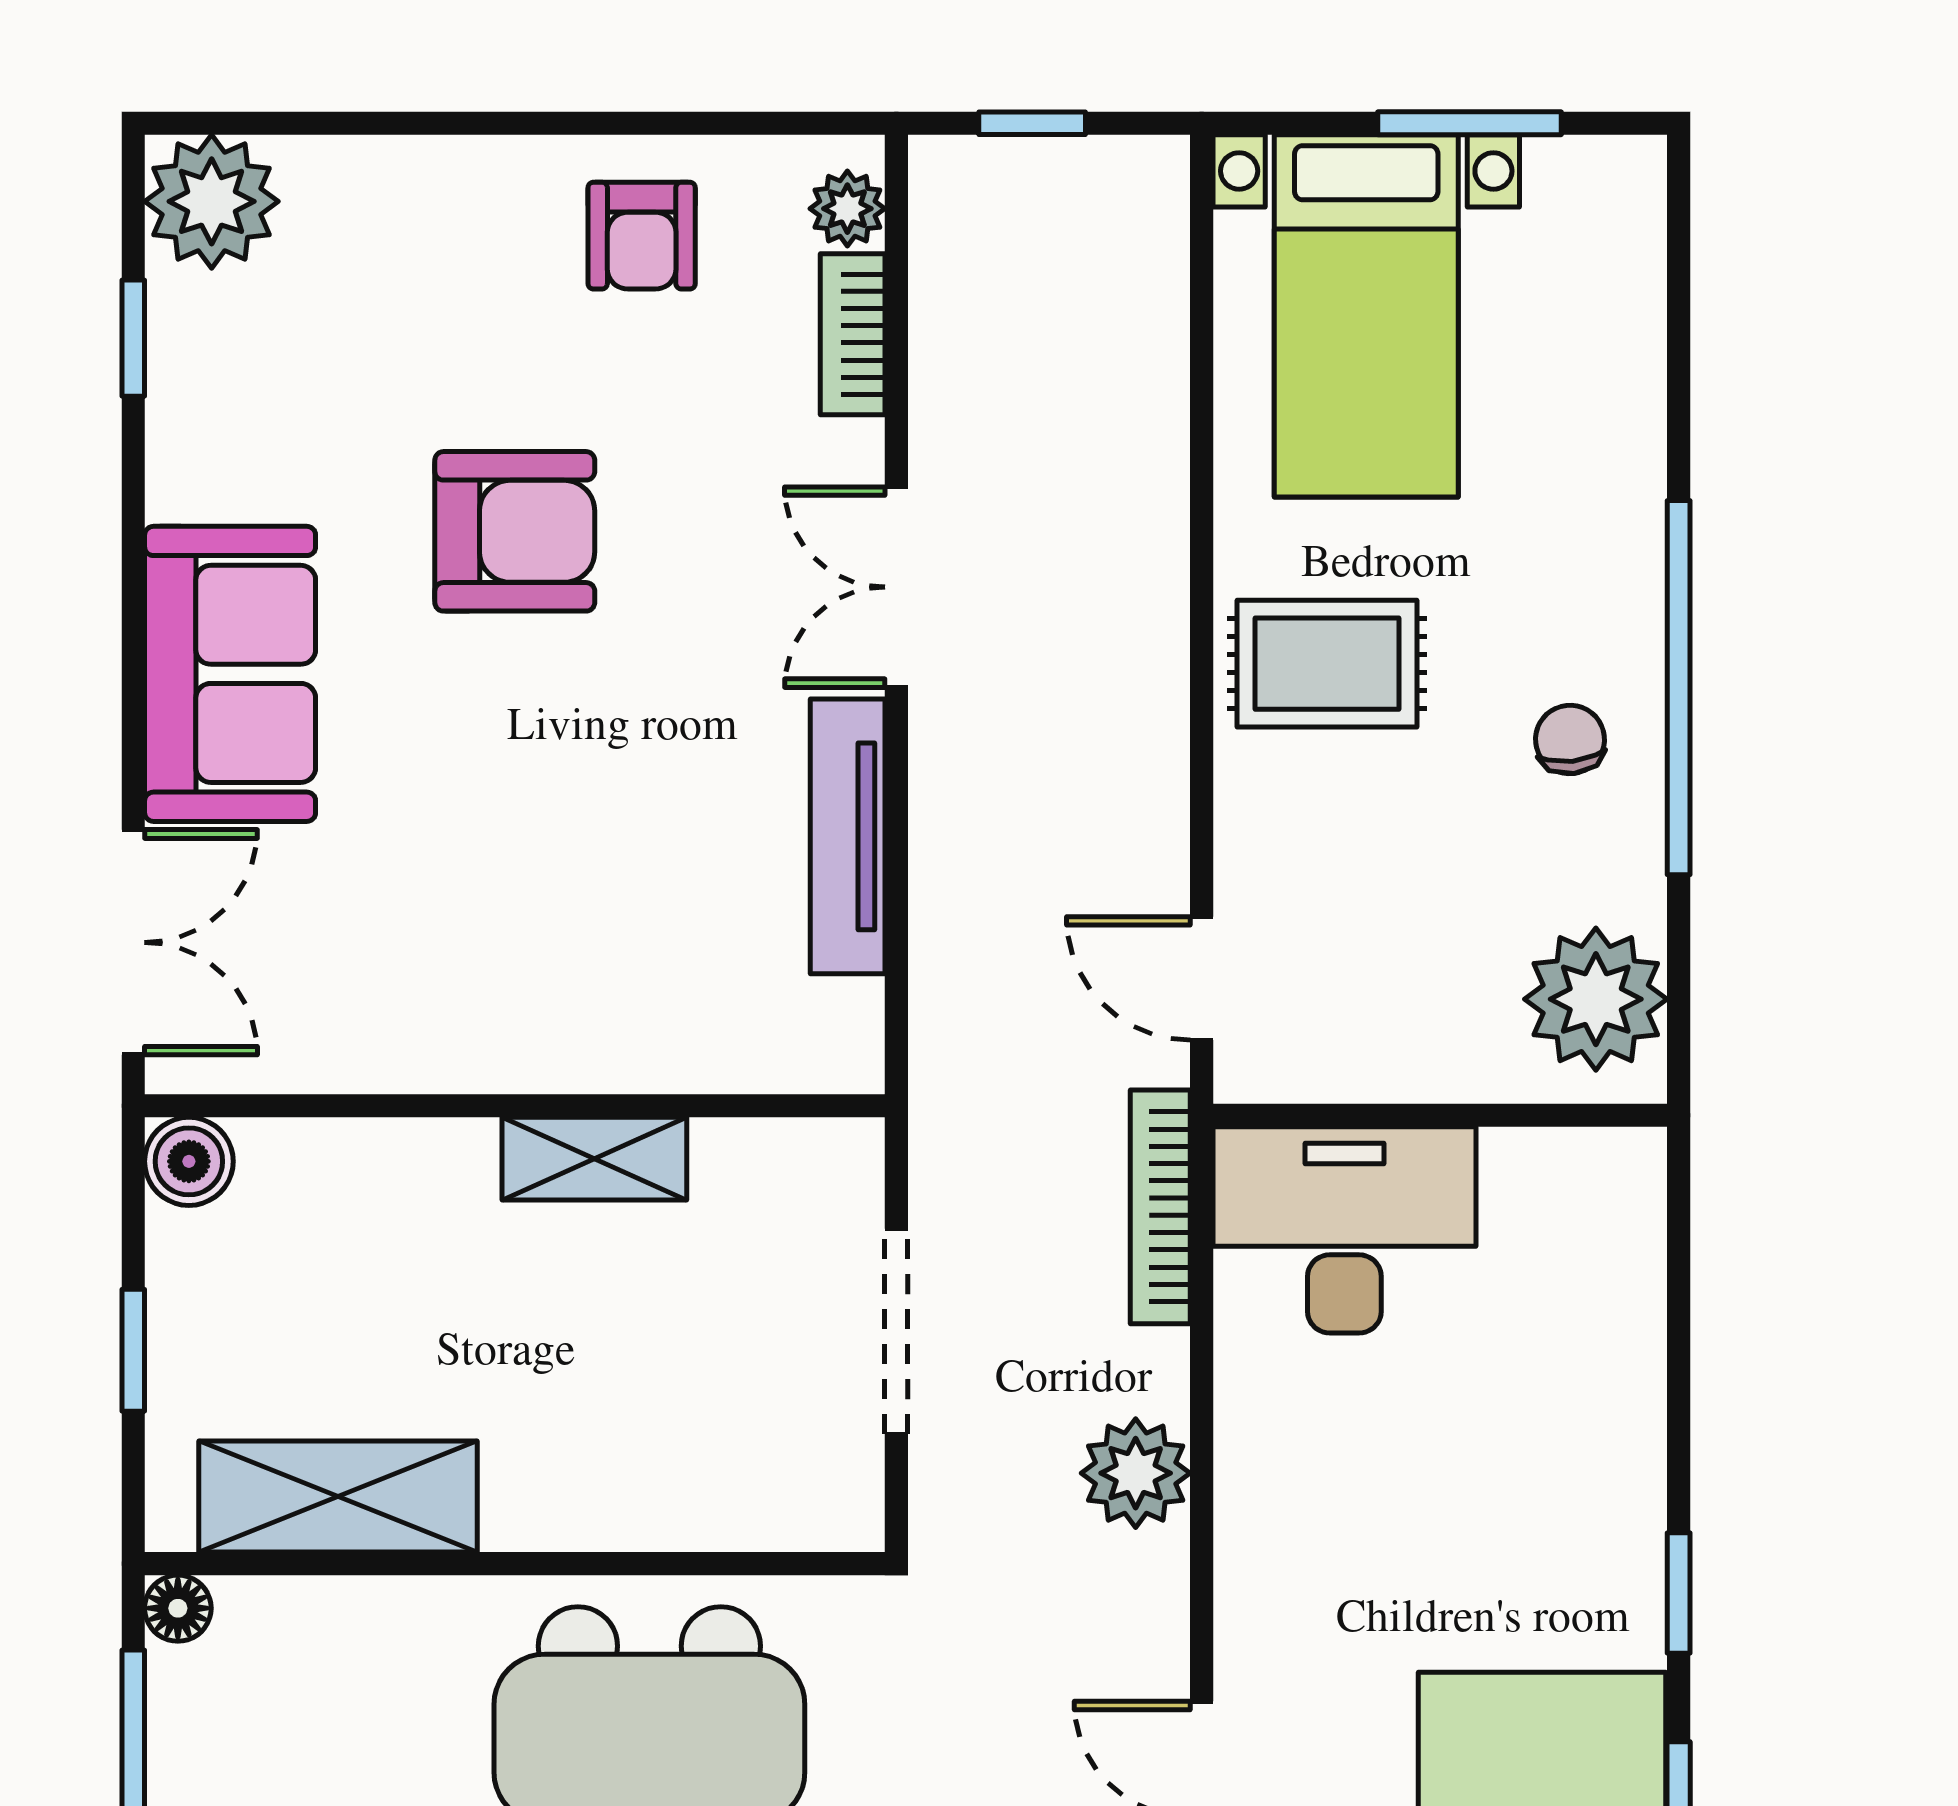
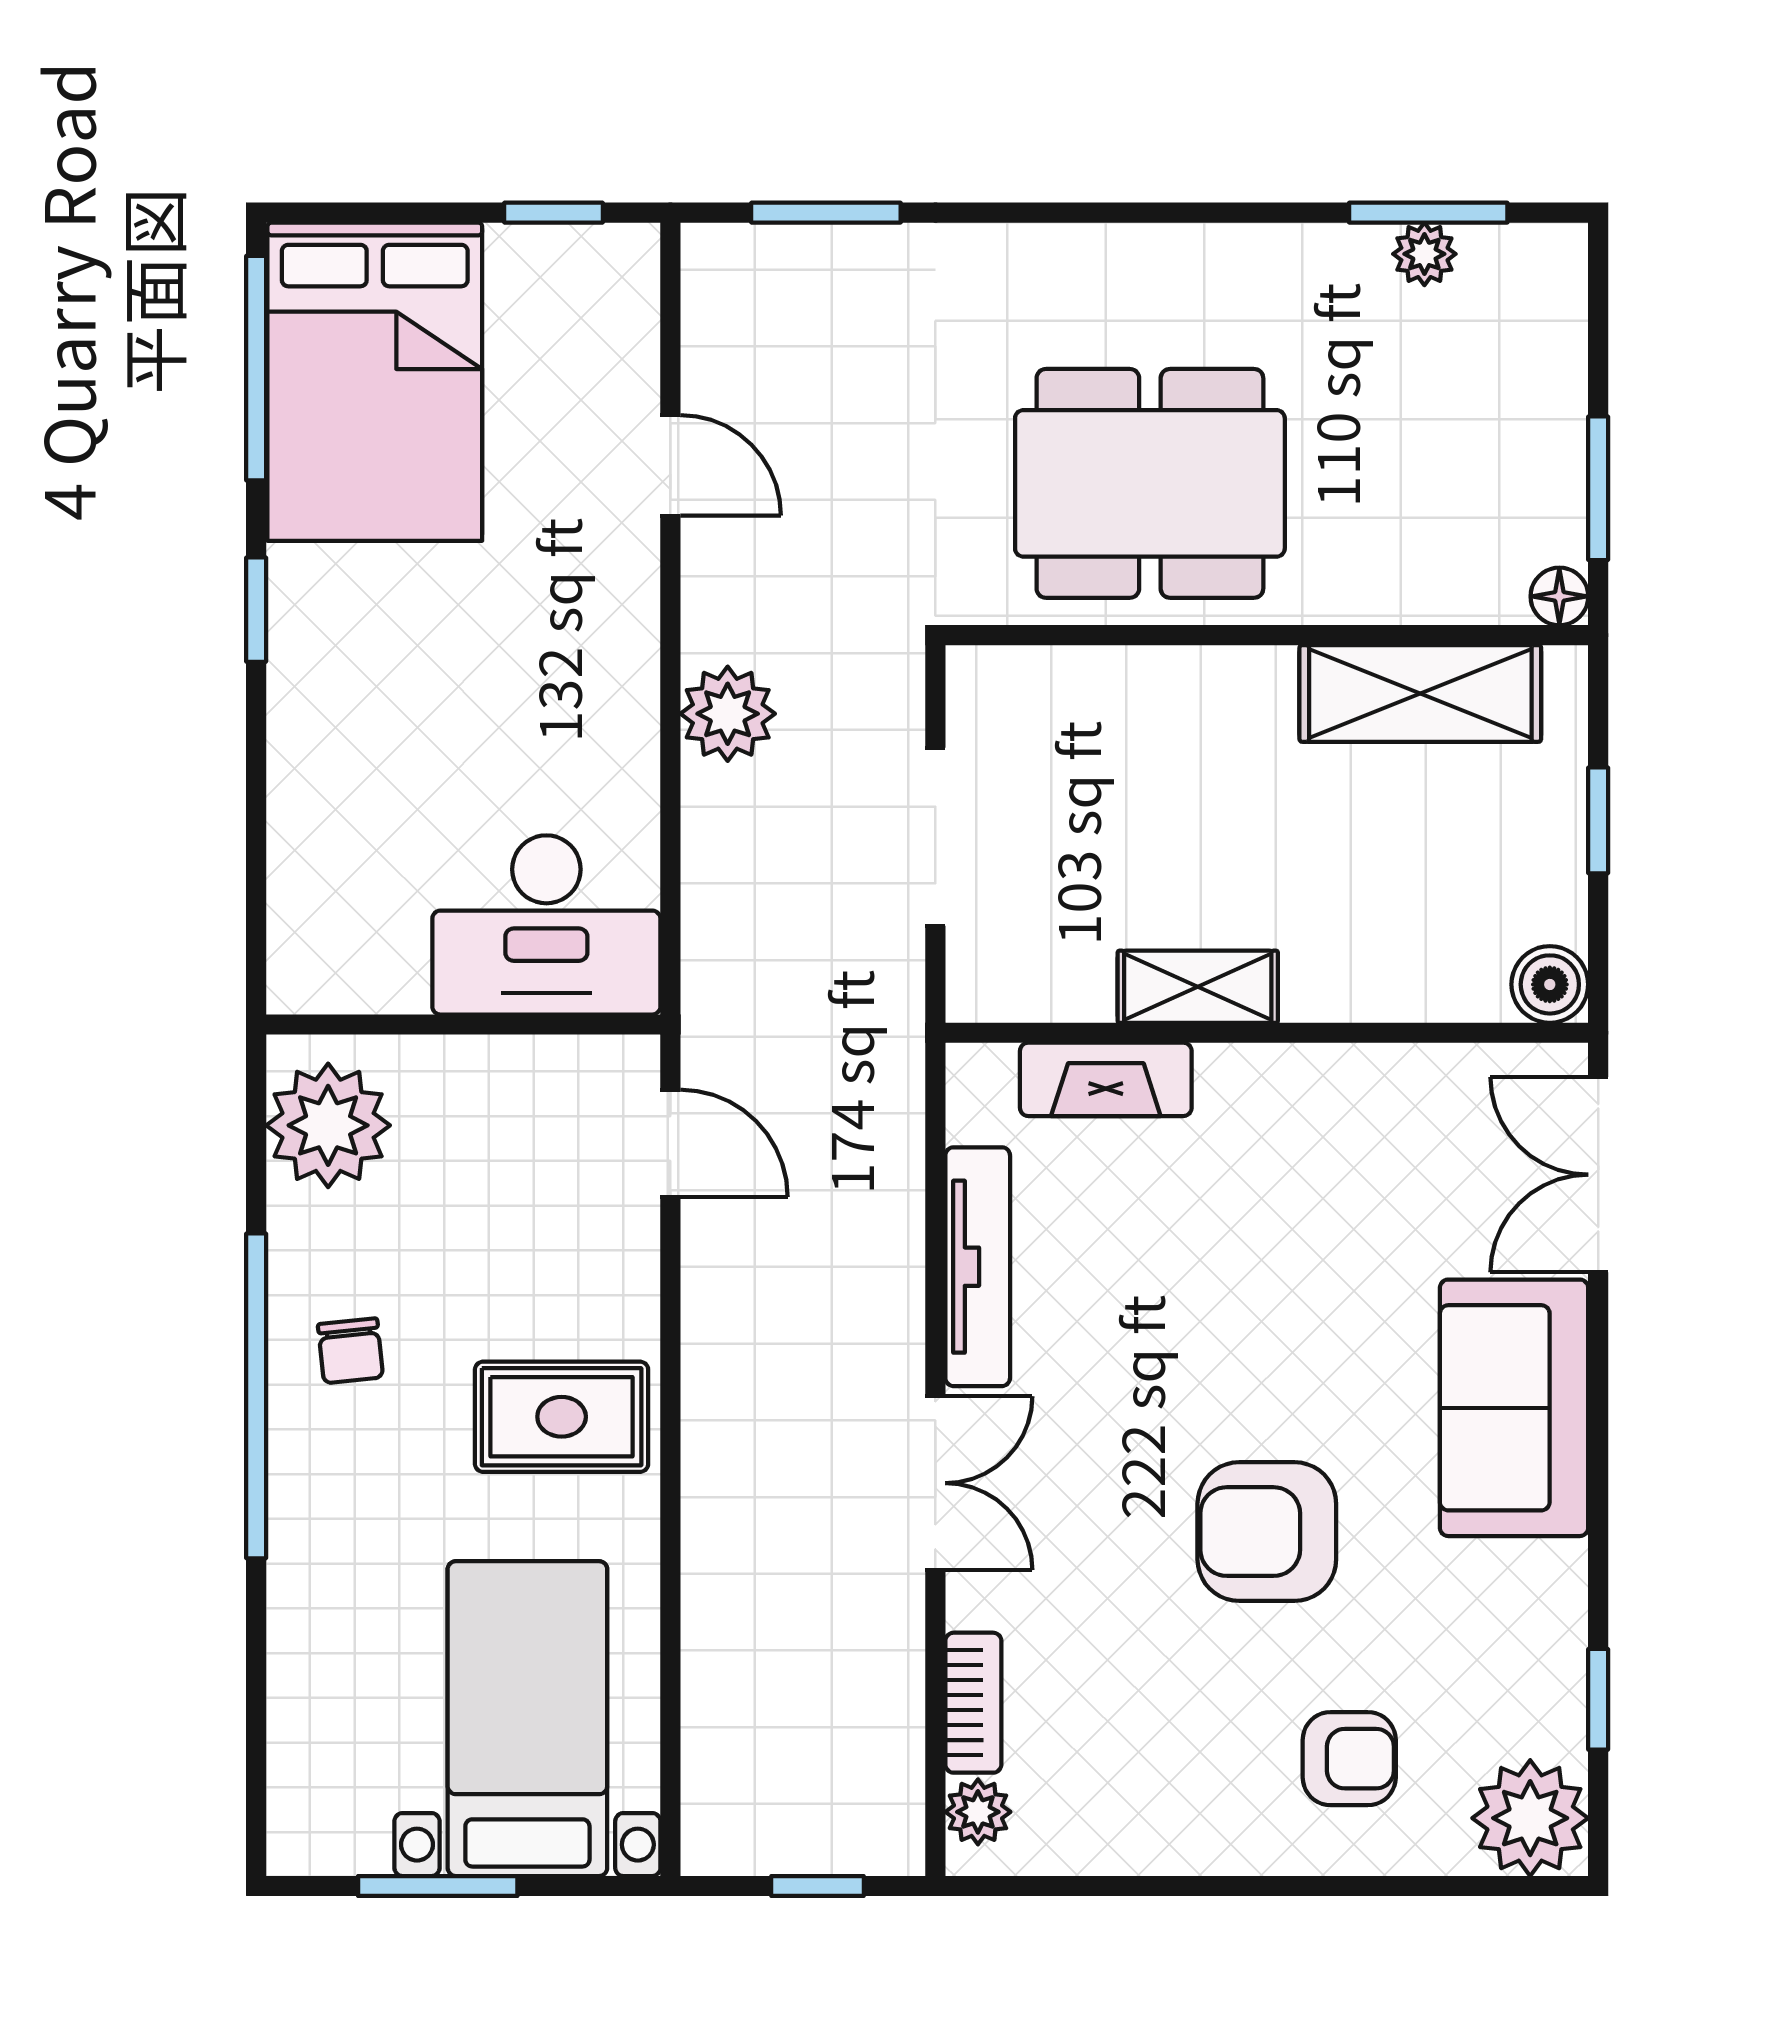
armchair: (642, 236) -> (1349, 1759), moved, turned 90
fireplace: (700, 1052) -> (1106, 1079), added
bookcase: (1160, 1207) -> (706, 945), removed

